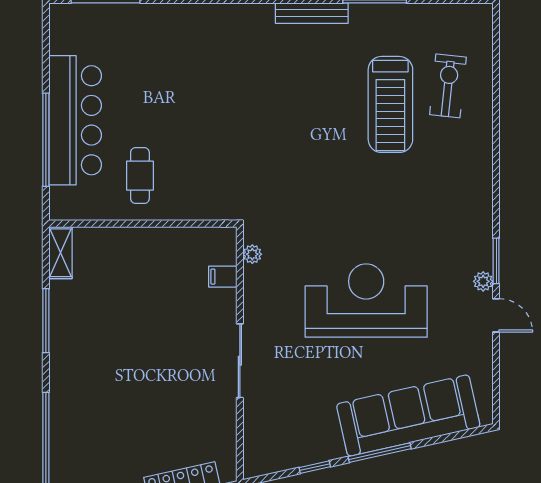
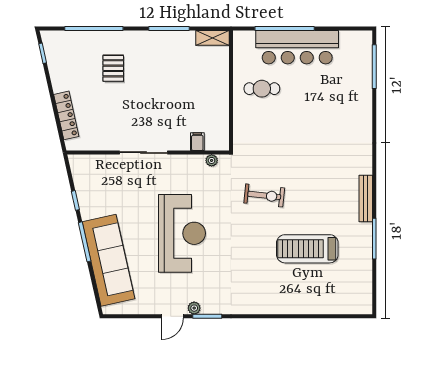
exercise bike: (448, 86) -> (264, 195), moved
pallet: (108, 408) -> (113, 68), added

